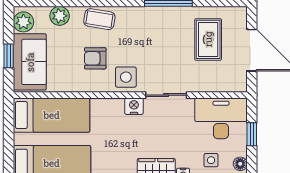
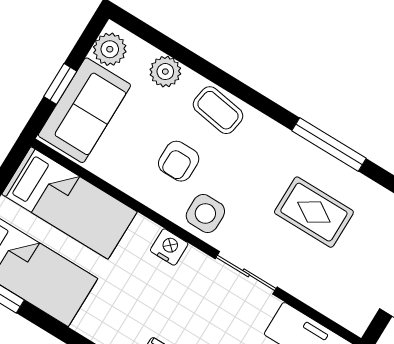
rug: (208, 39) -> (314, 212), moved, turned 90
armchair: (95, 58) -> (179, 161), turned -90
nightstand: (134, 106) -> (169, 247), moved

